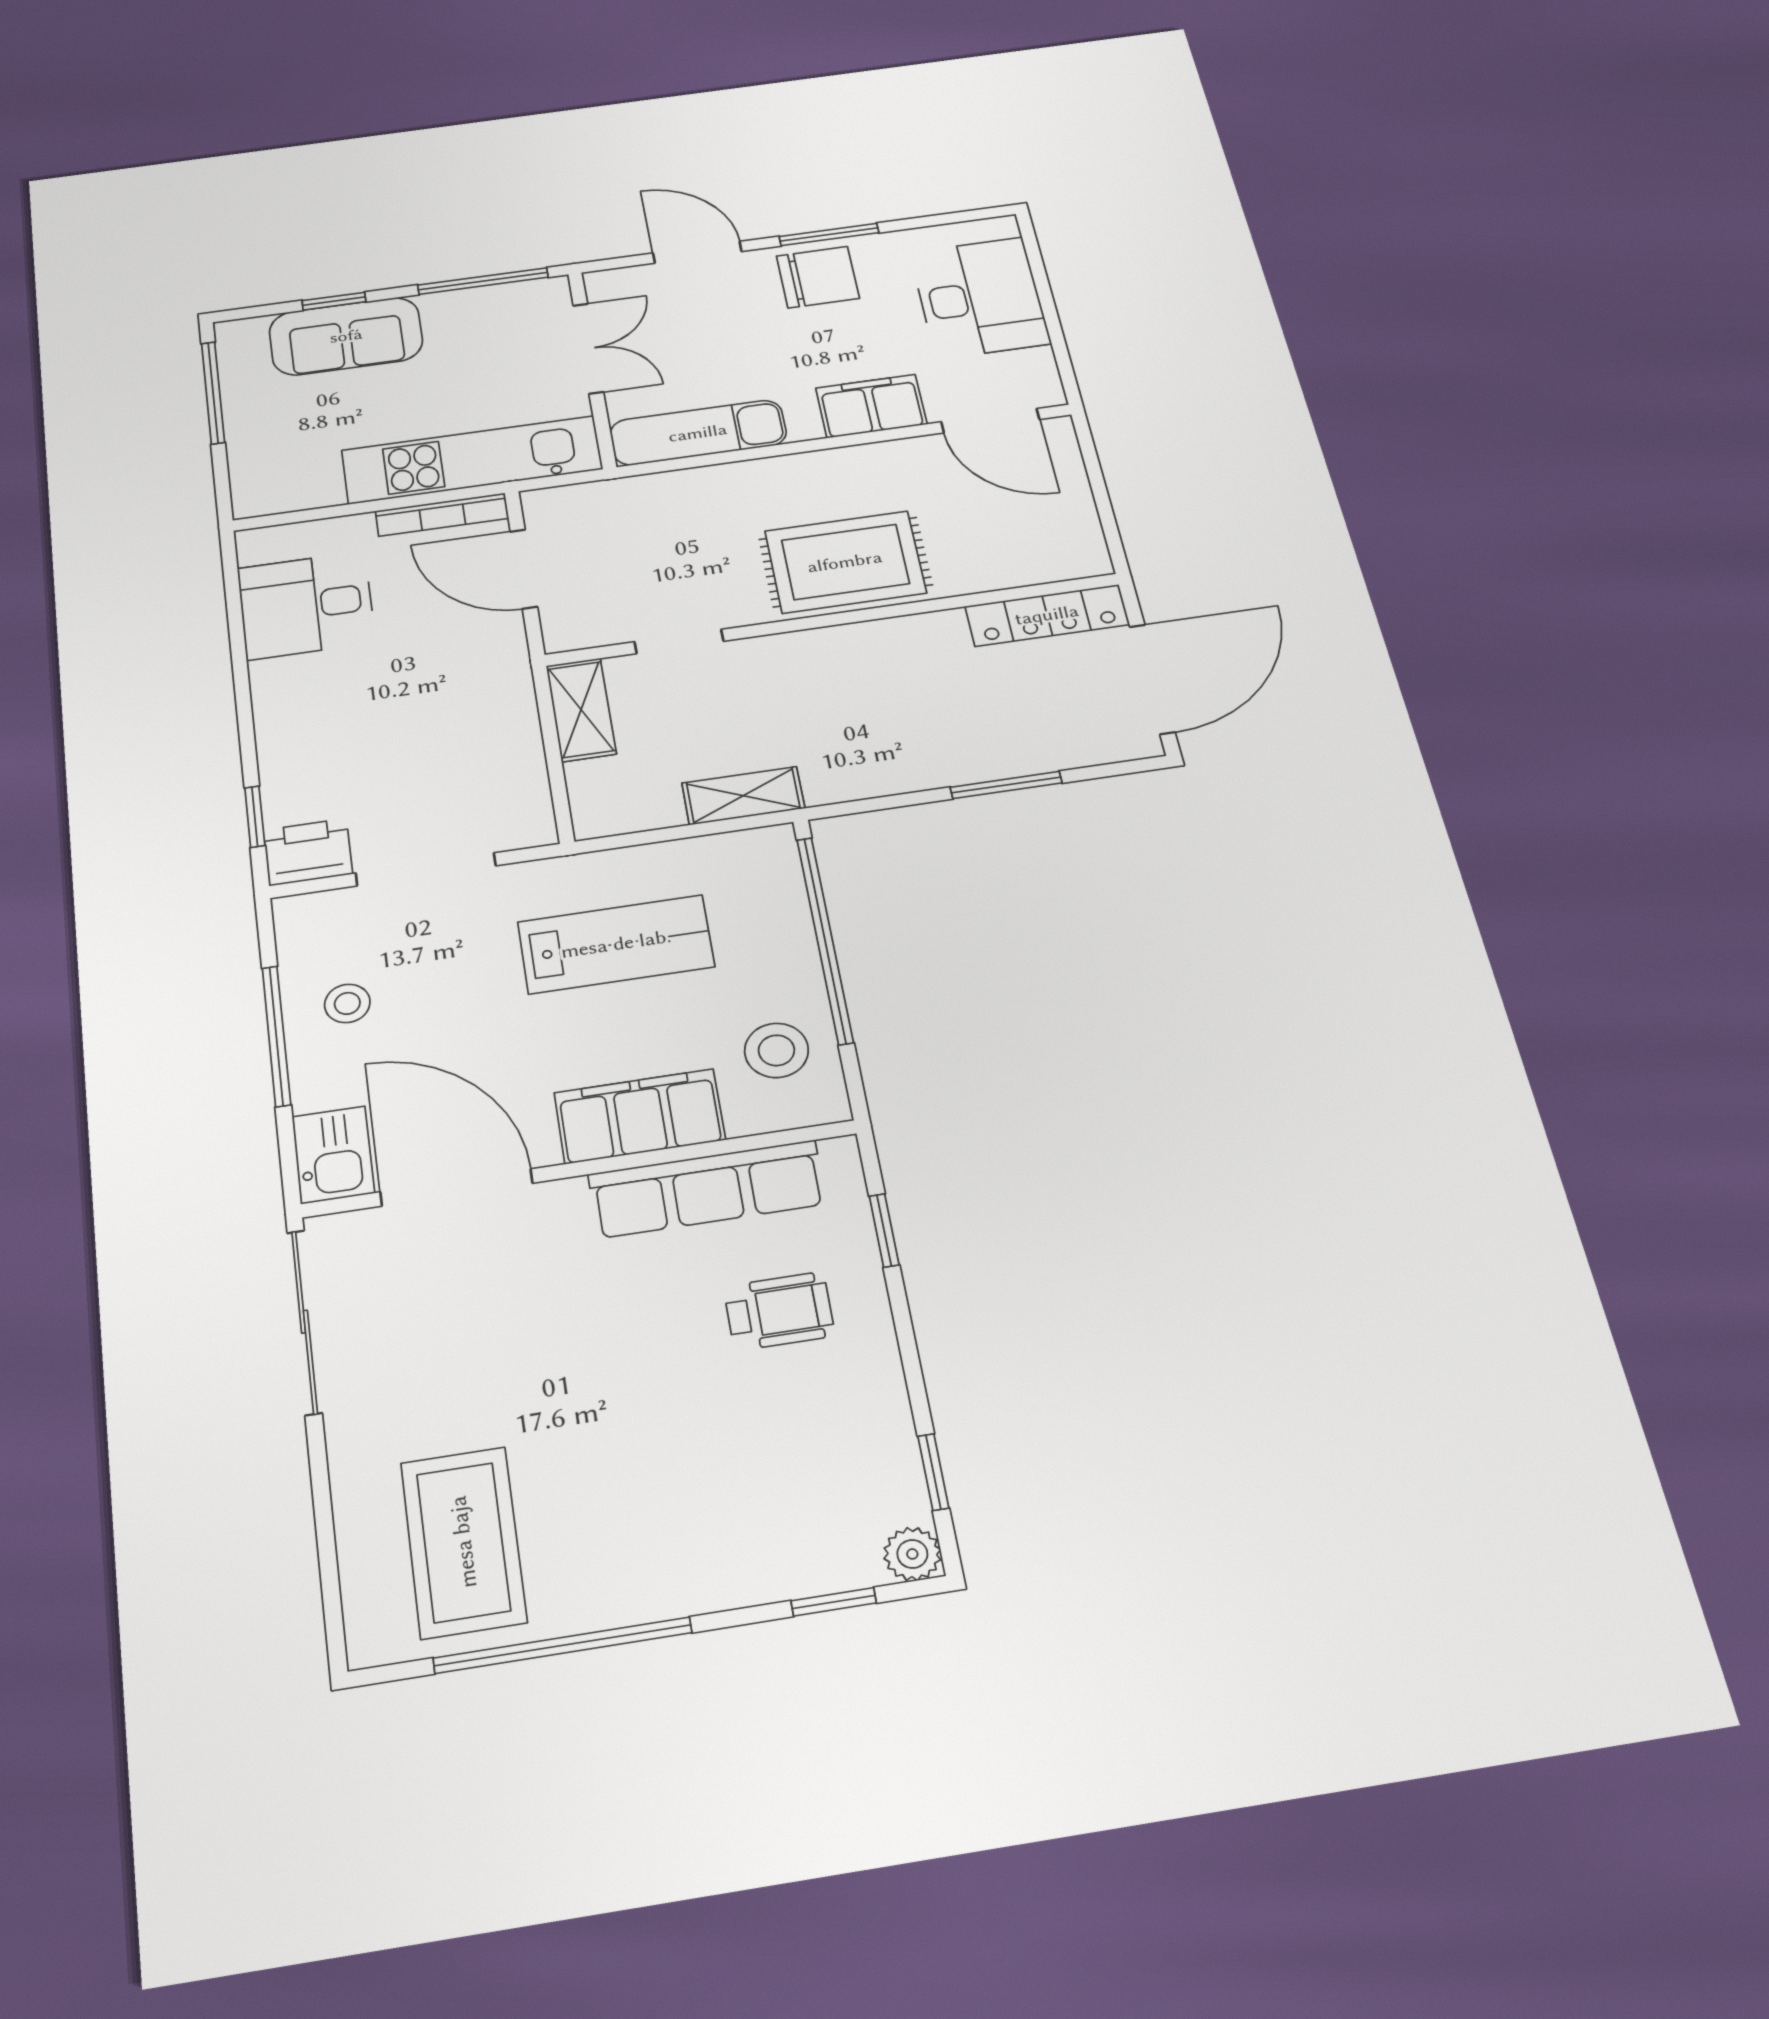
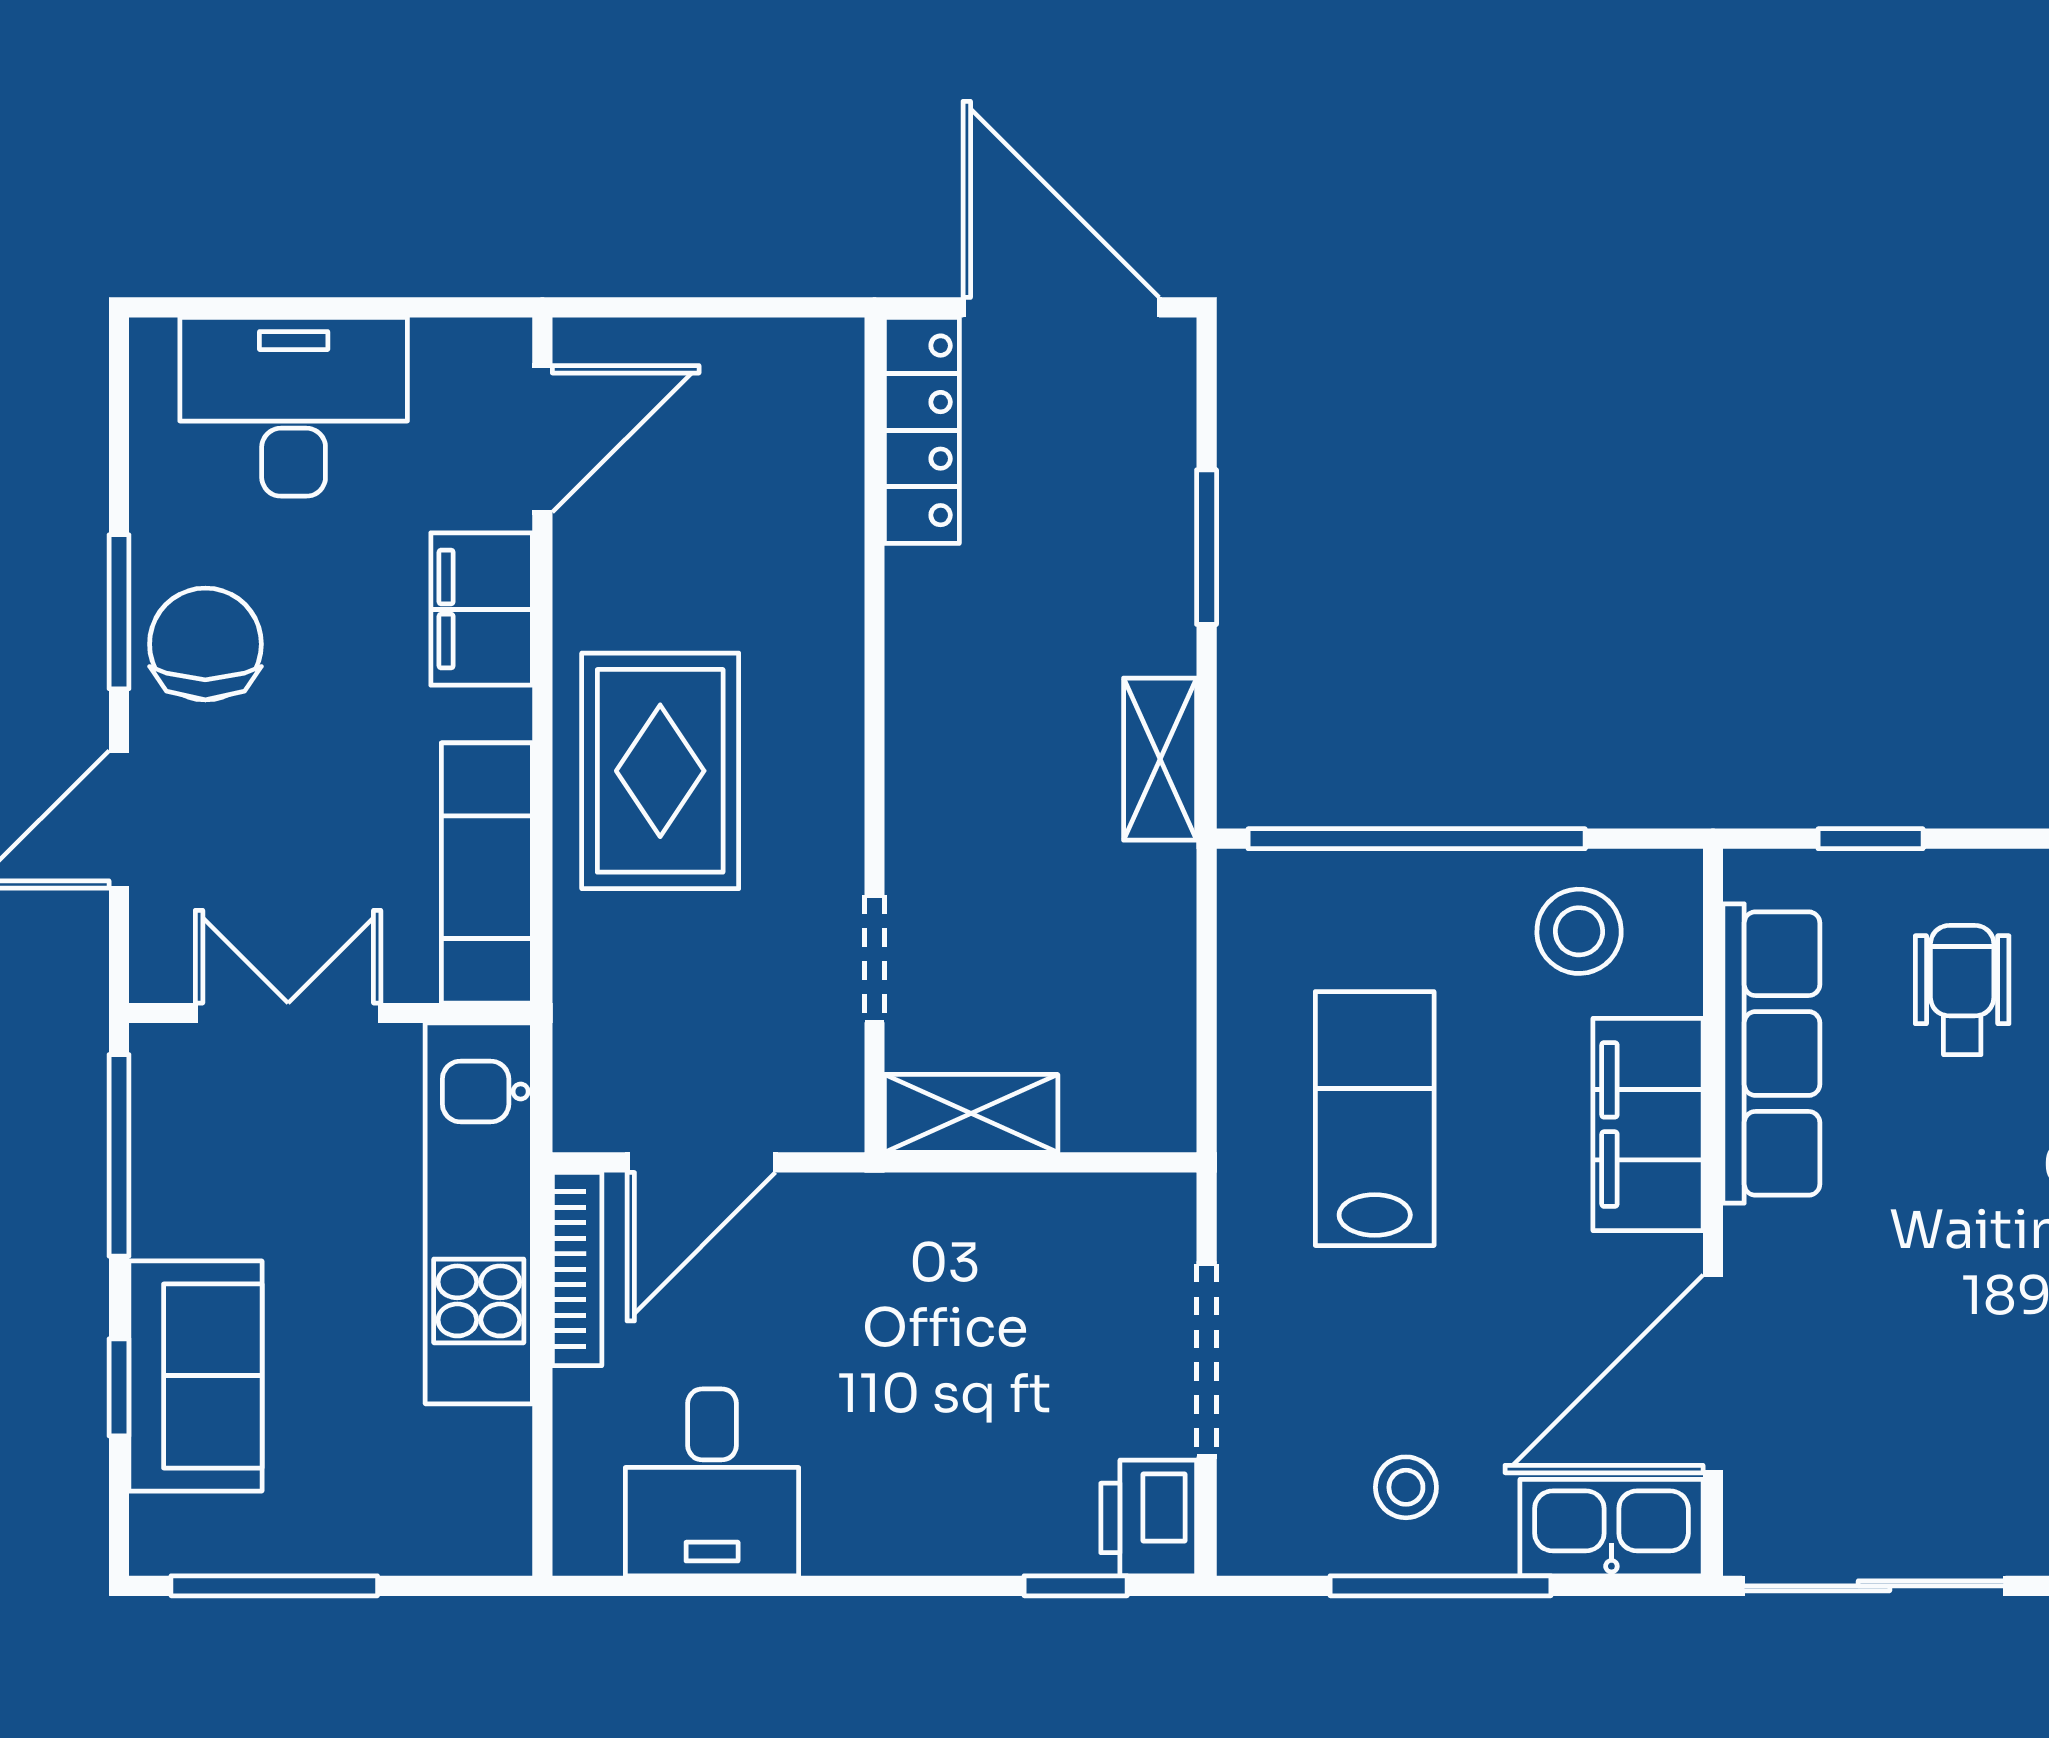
rug: (845, 562) -> (660, 771), moved
shelving: (743, 796) -> (1160, 759), moved
kitchen sink: (333, 1155) -> (1611, 1528), width x1.38

